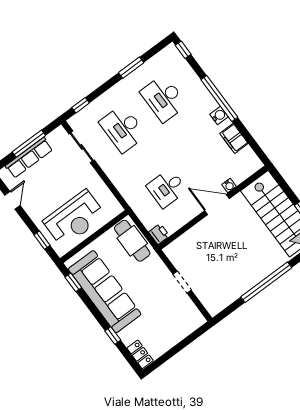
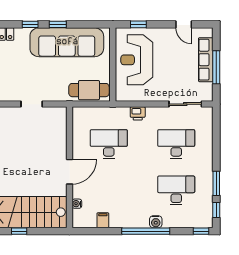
window: (81, 105) -> (216, 210), moved
water cooler: (219, 115) -> (156, 222), moved
filing cabinet: (234, 138) -> (103, 220), width x0.50
water cooler: (229, 185) -> (77, 204), moved
desk: (167, 188) -> (109, 144), width x1.37
printer: (159, 234) -> (138, 113), moved
window: (73, 282) -> (58, 24), moved

